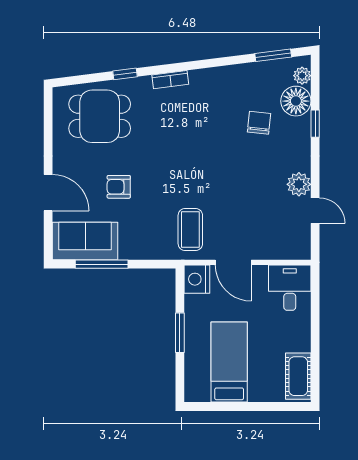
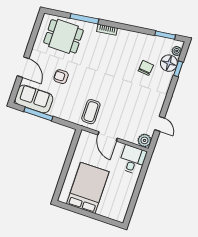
window: (125, 74) -> (84, 19), width x2.17
window: (315, 124) -> (178, 69), moved
plant: (299, 184) -> (144, 140), moved
nightstand: (197, 279) -> (86, 139), removed
window: (180, 333) -> (67, 164), removed
bed: (229, 362) -> (88, 188), width x1.50
cot: (298, 376) -> (121, 207), removed

